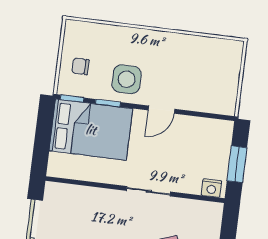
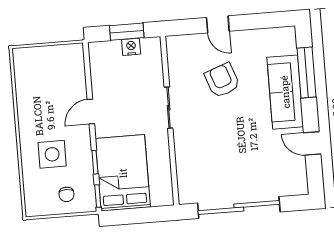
side table: (127, 79) -> (52, 154), moved
door: (161, 110) -> (91, 112), swing flipped
nightstand: (211, 188) -> (131, 47), moved, turned -90

